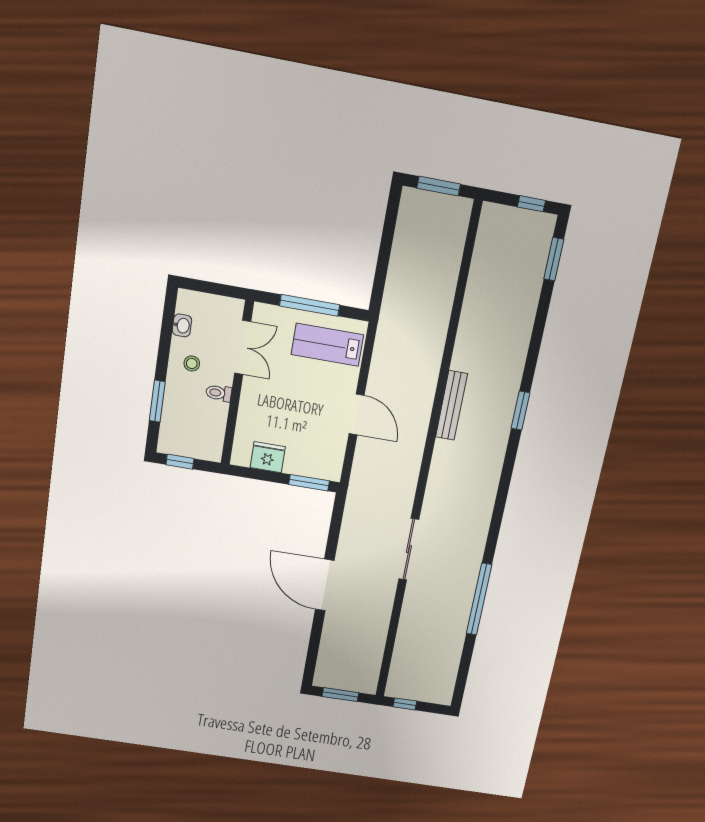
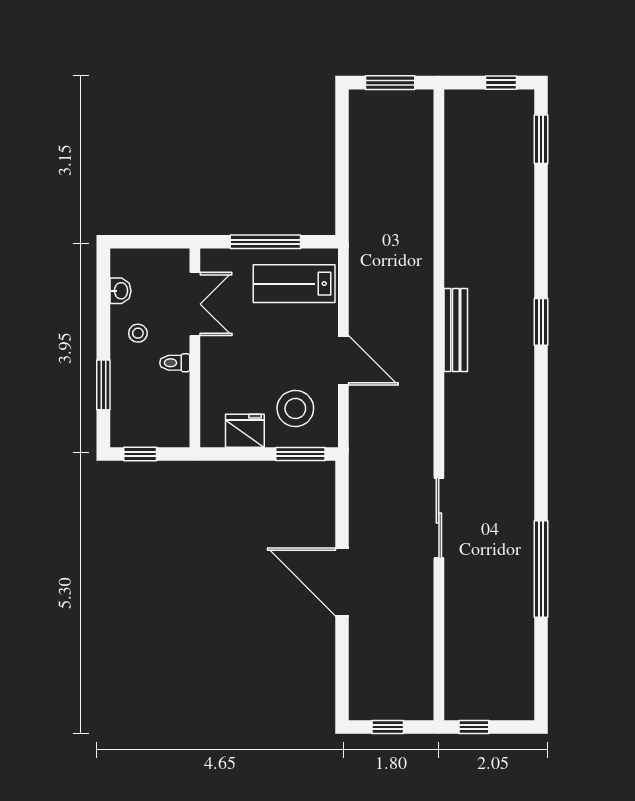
stool: (311, 446) -> (295, 408), added
window: (340, 695) -> (388, 727), width x0.67

